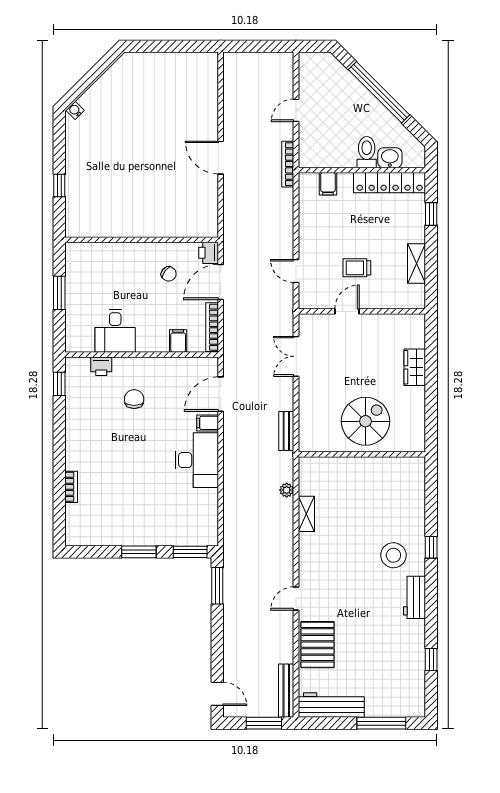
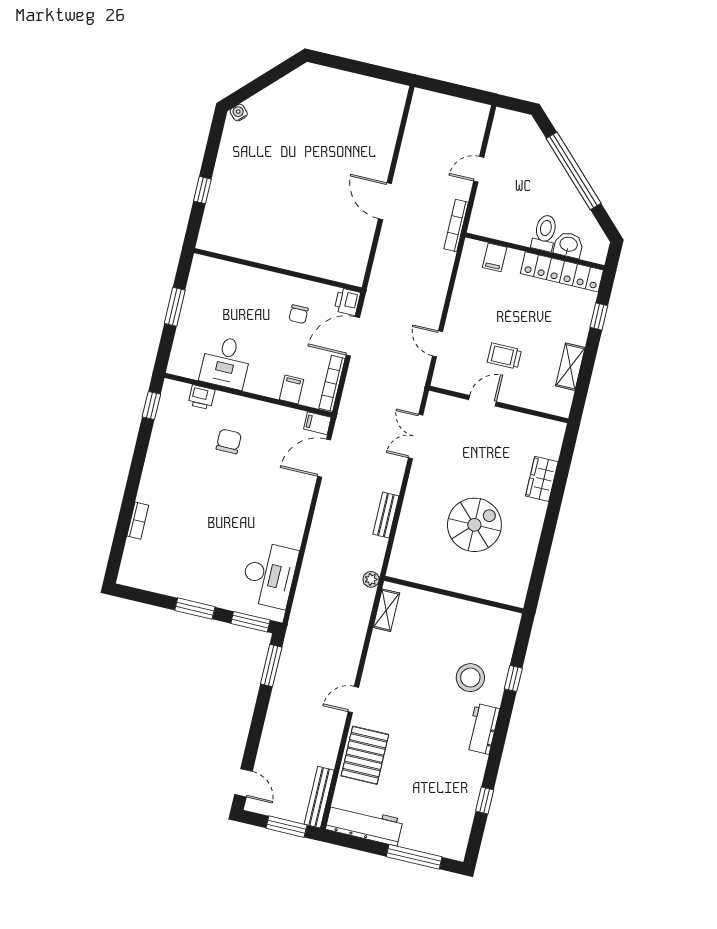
chair: (169, 274) -> (298, 314), turned 52
filing cabinet: (208, 423) -> (317, 423), moved
wall: (362, 454) -> (454, 595), moved
desk: (197, 460) -> (269, 575), moved

